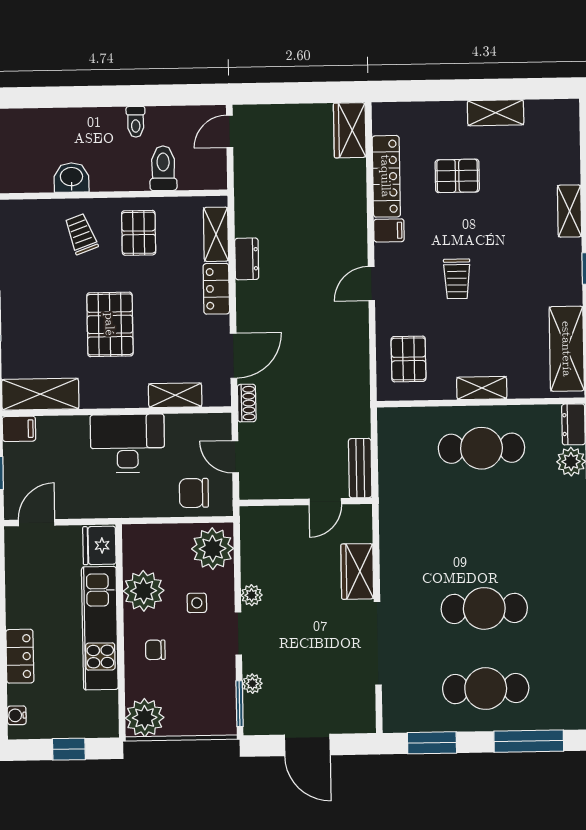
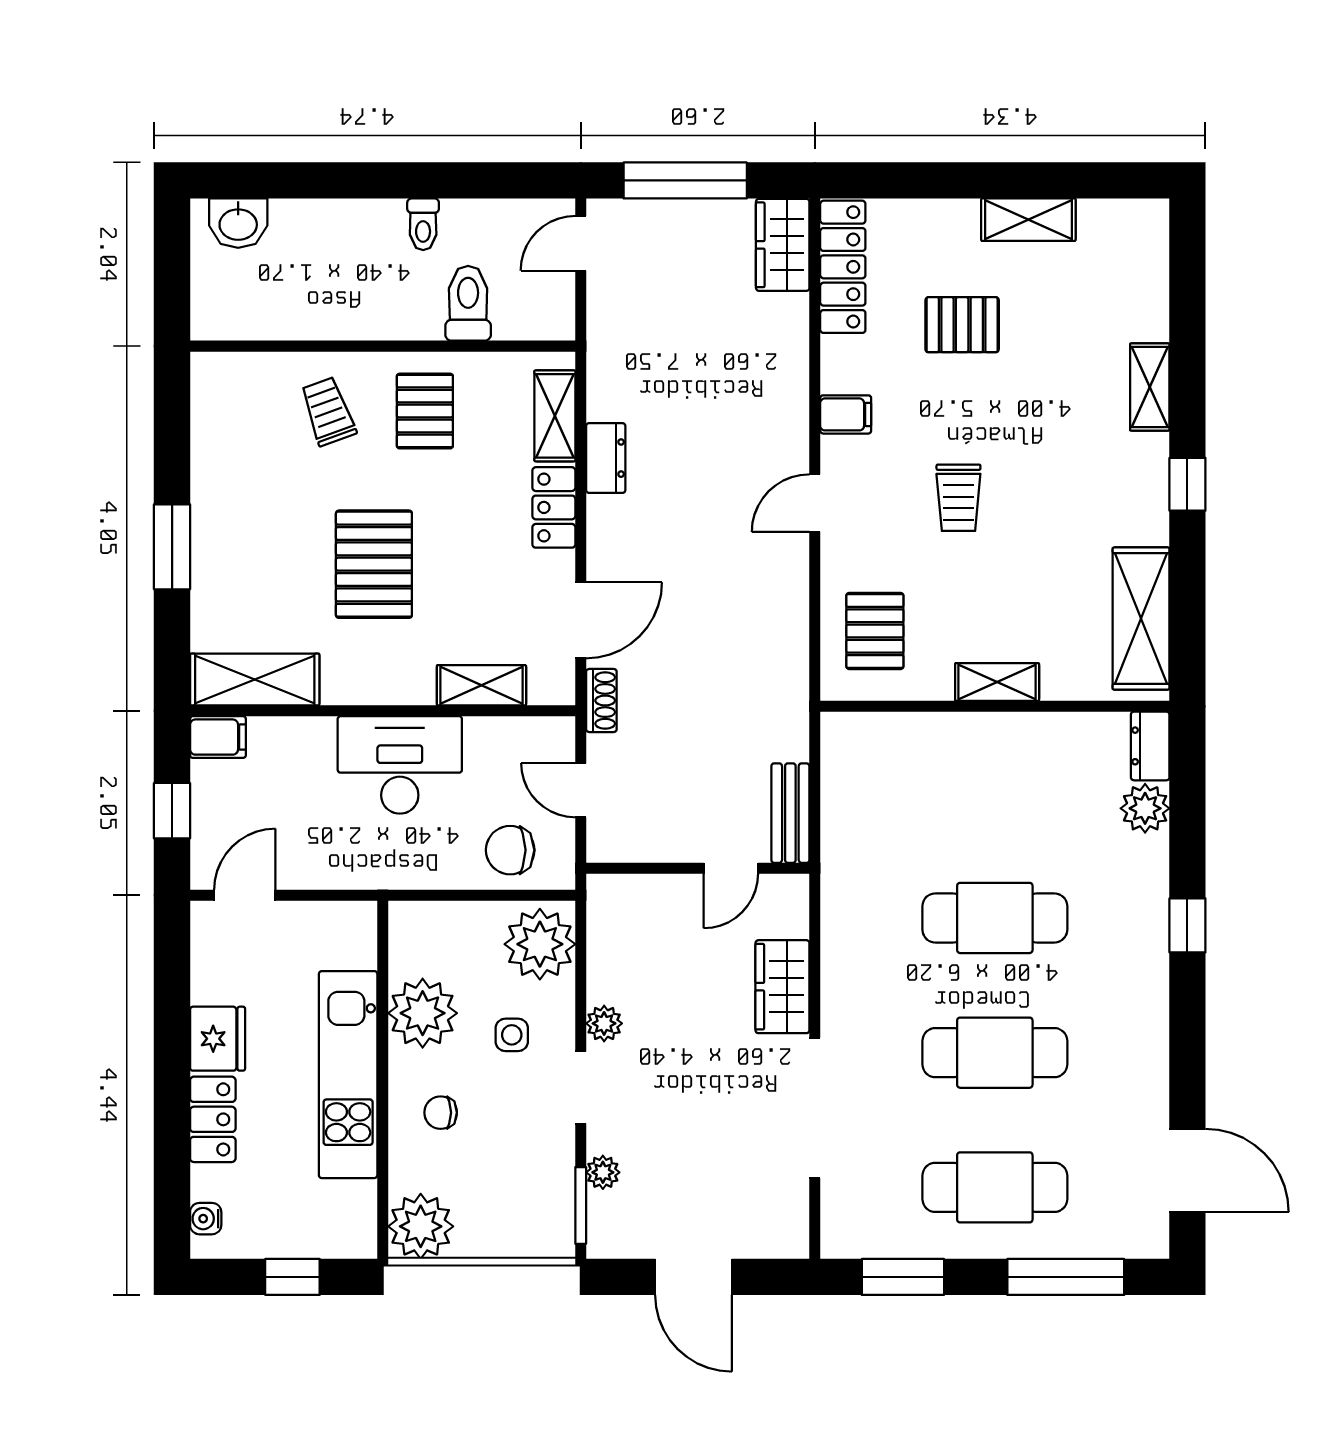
window: (291, 93) -> (685, 180), added
locker: (386, 176) -> (843, 267), moved
washbasin: (71, 177) -> (238, 223), moved, turned 180
cafe table: (481, 448) -> (995, 918), moved
fridge: (99, 545) -> (218, 1039), moved, turned 180

